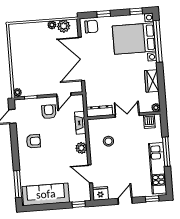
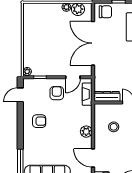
fireplace: (80, 123) -> (87, 94), moved

